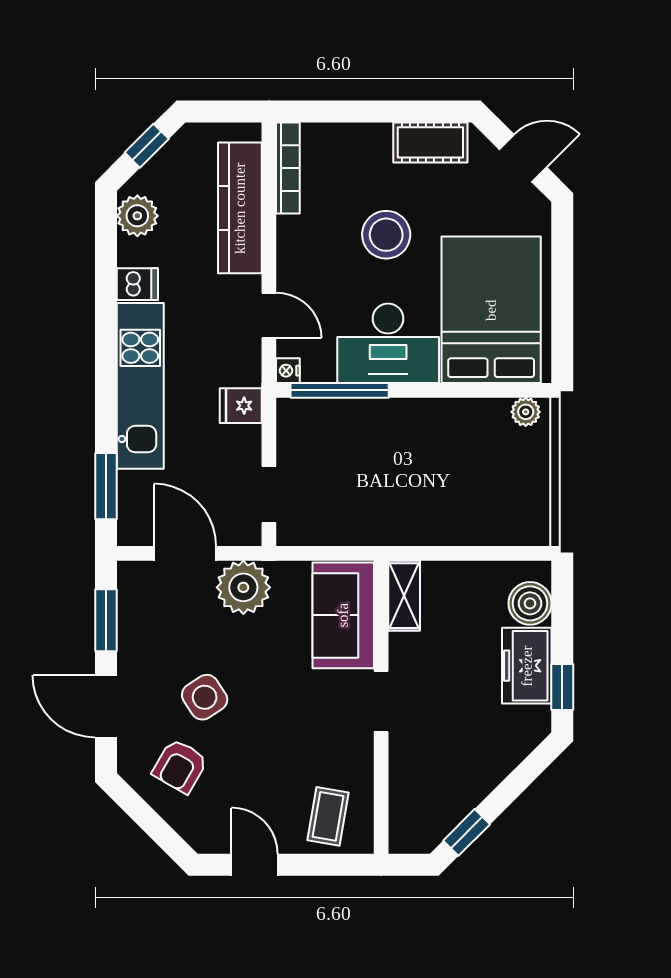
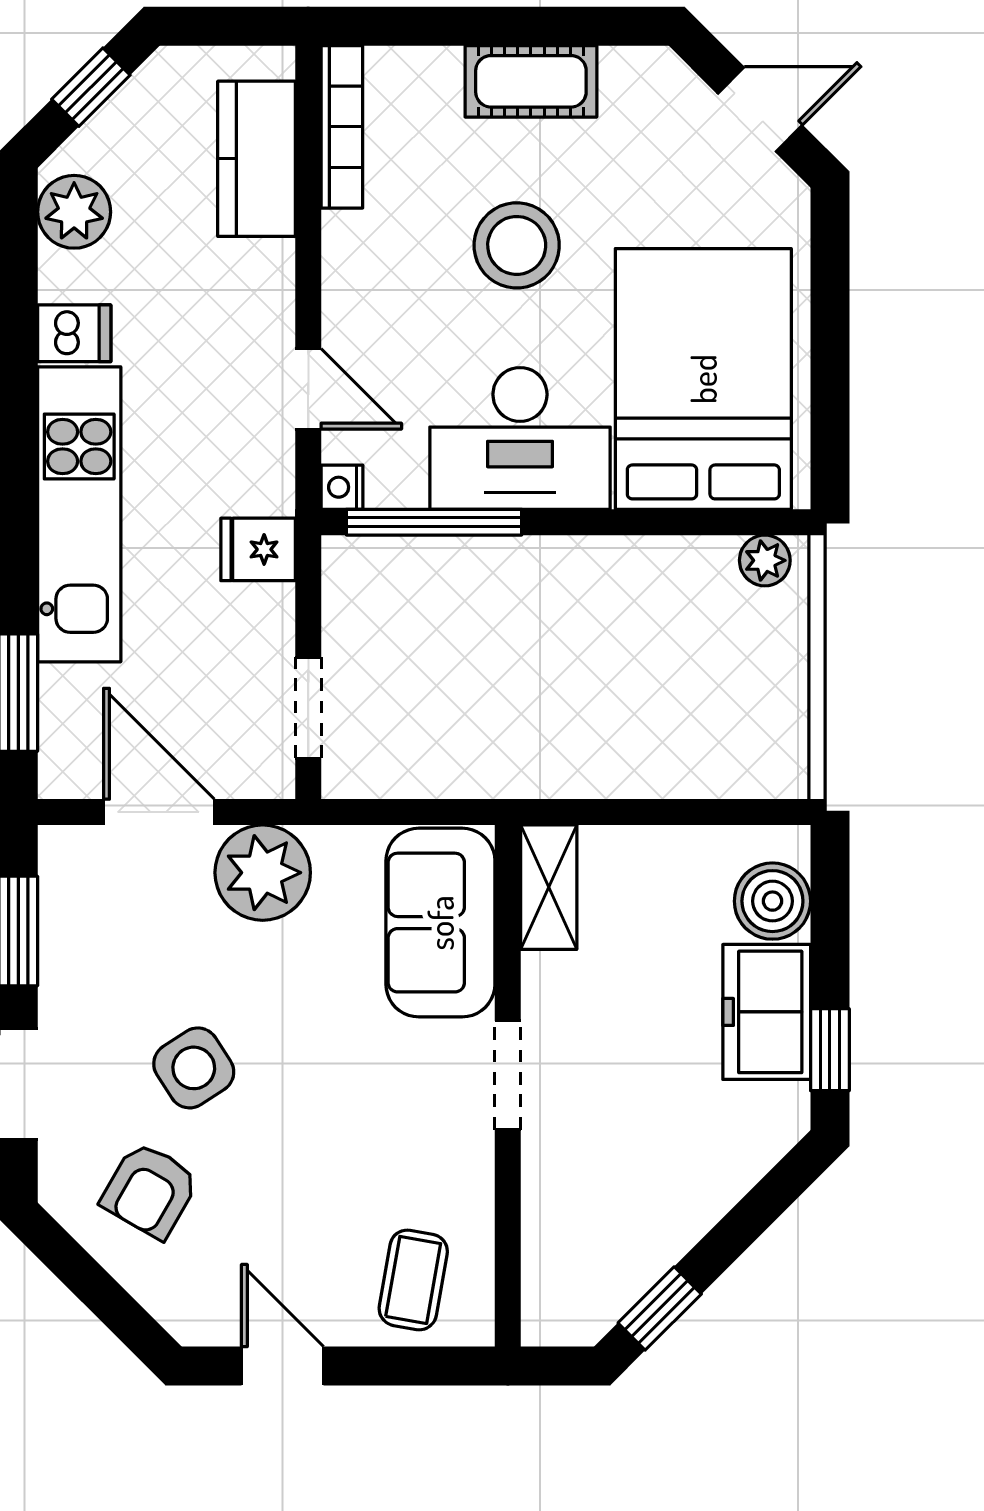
cot: (430, 142) -> (531, 81), moved
kitchen counter: (240, 208) -> (256, 159), width x0.67

